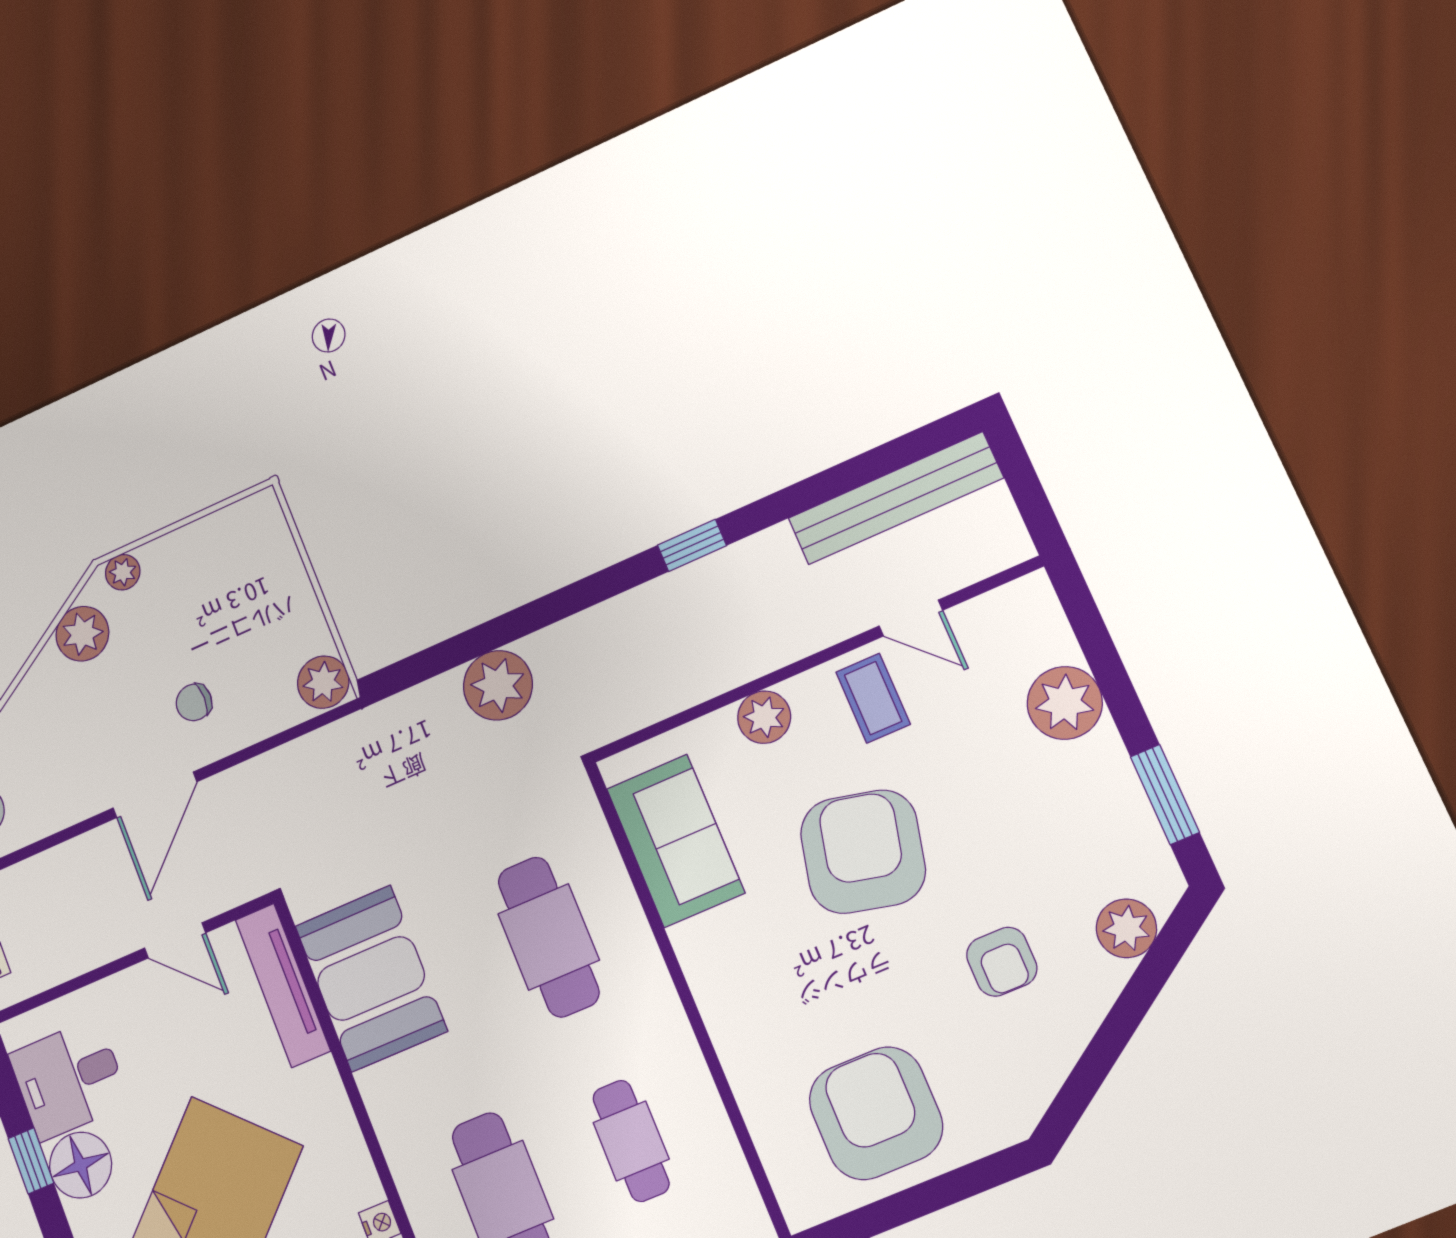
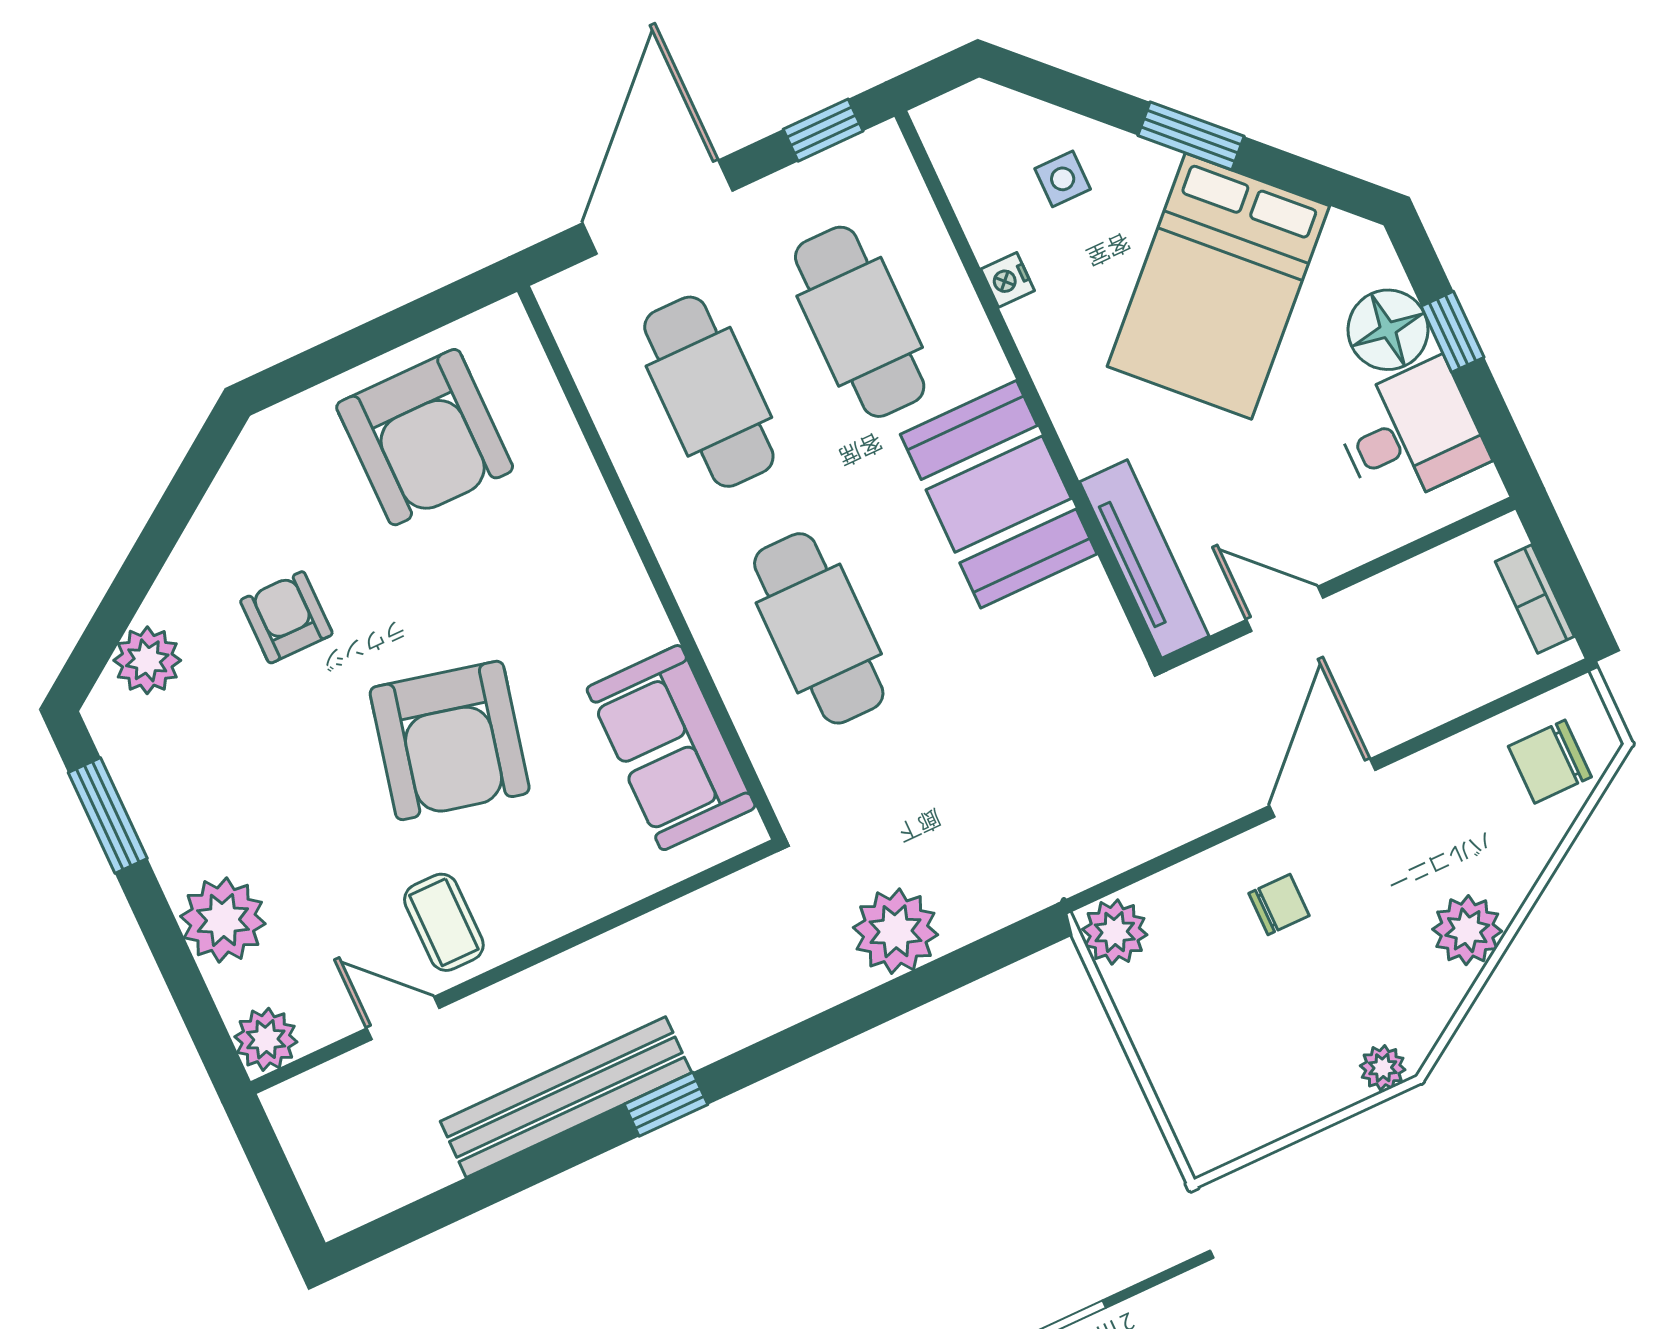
bench: (895, 498) -> (566, 1097), moved
plant: (82, 634) -> (1467, 930), moved
plant: (764, 717) -> (266, 1039), moved
booth: (371, 978) -> (999, 494), moved
cafe table: (631, 1141) -> (709, 392), width x1.37, depth x1.35

